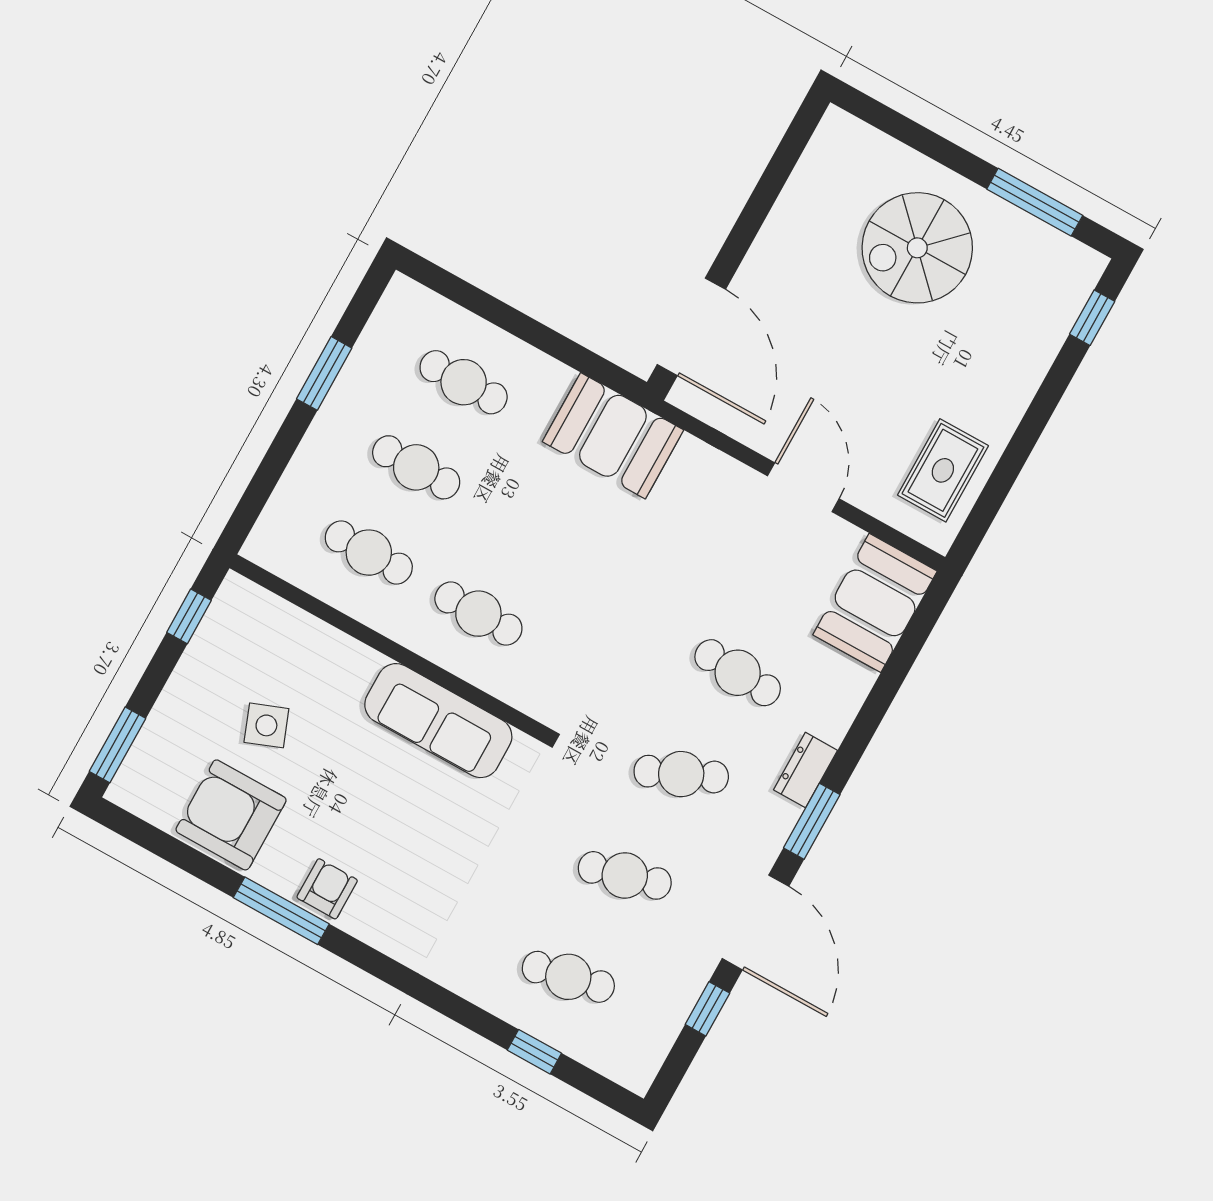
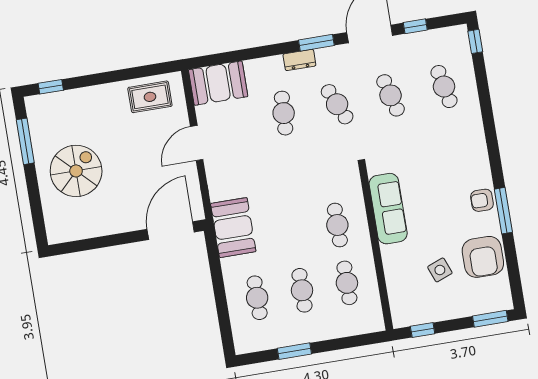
spiral stairs: (917, 248) -> (76, 171), turned -90
window: (534, 1052) -> (475, 41), moved

